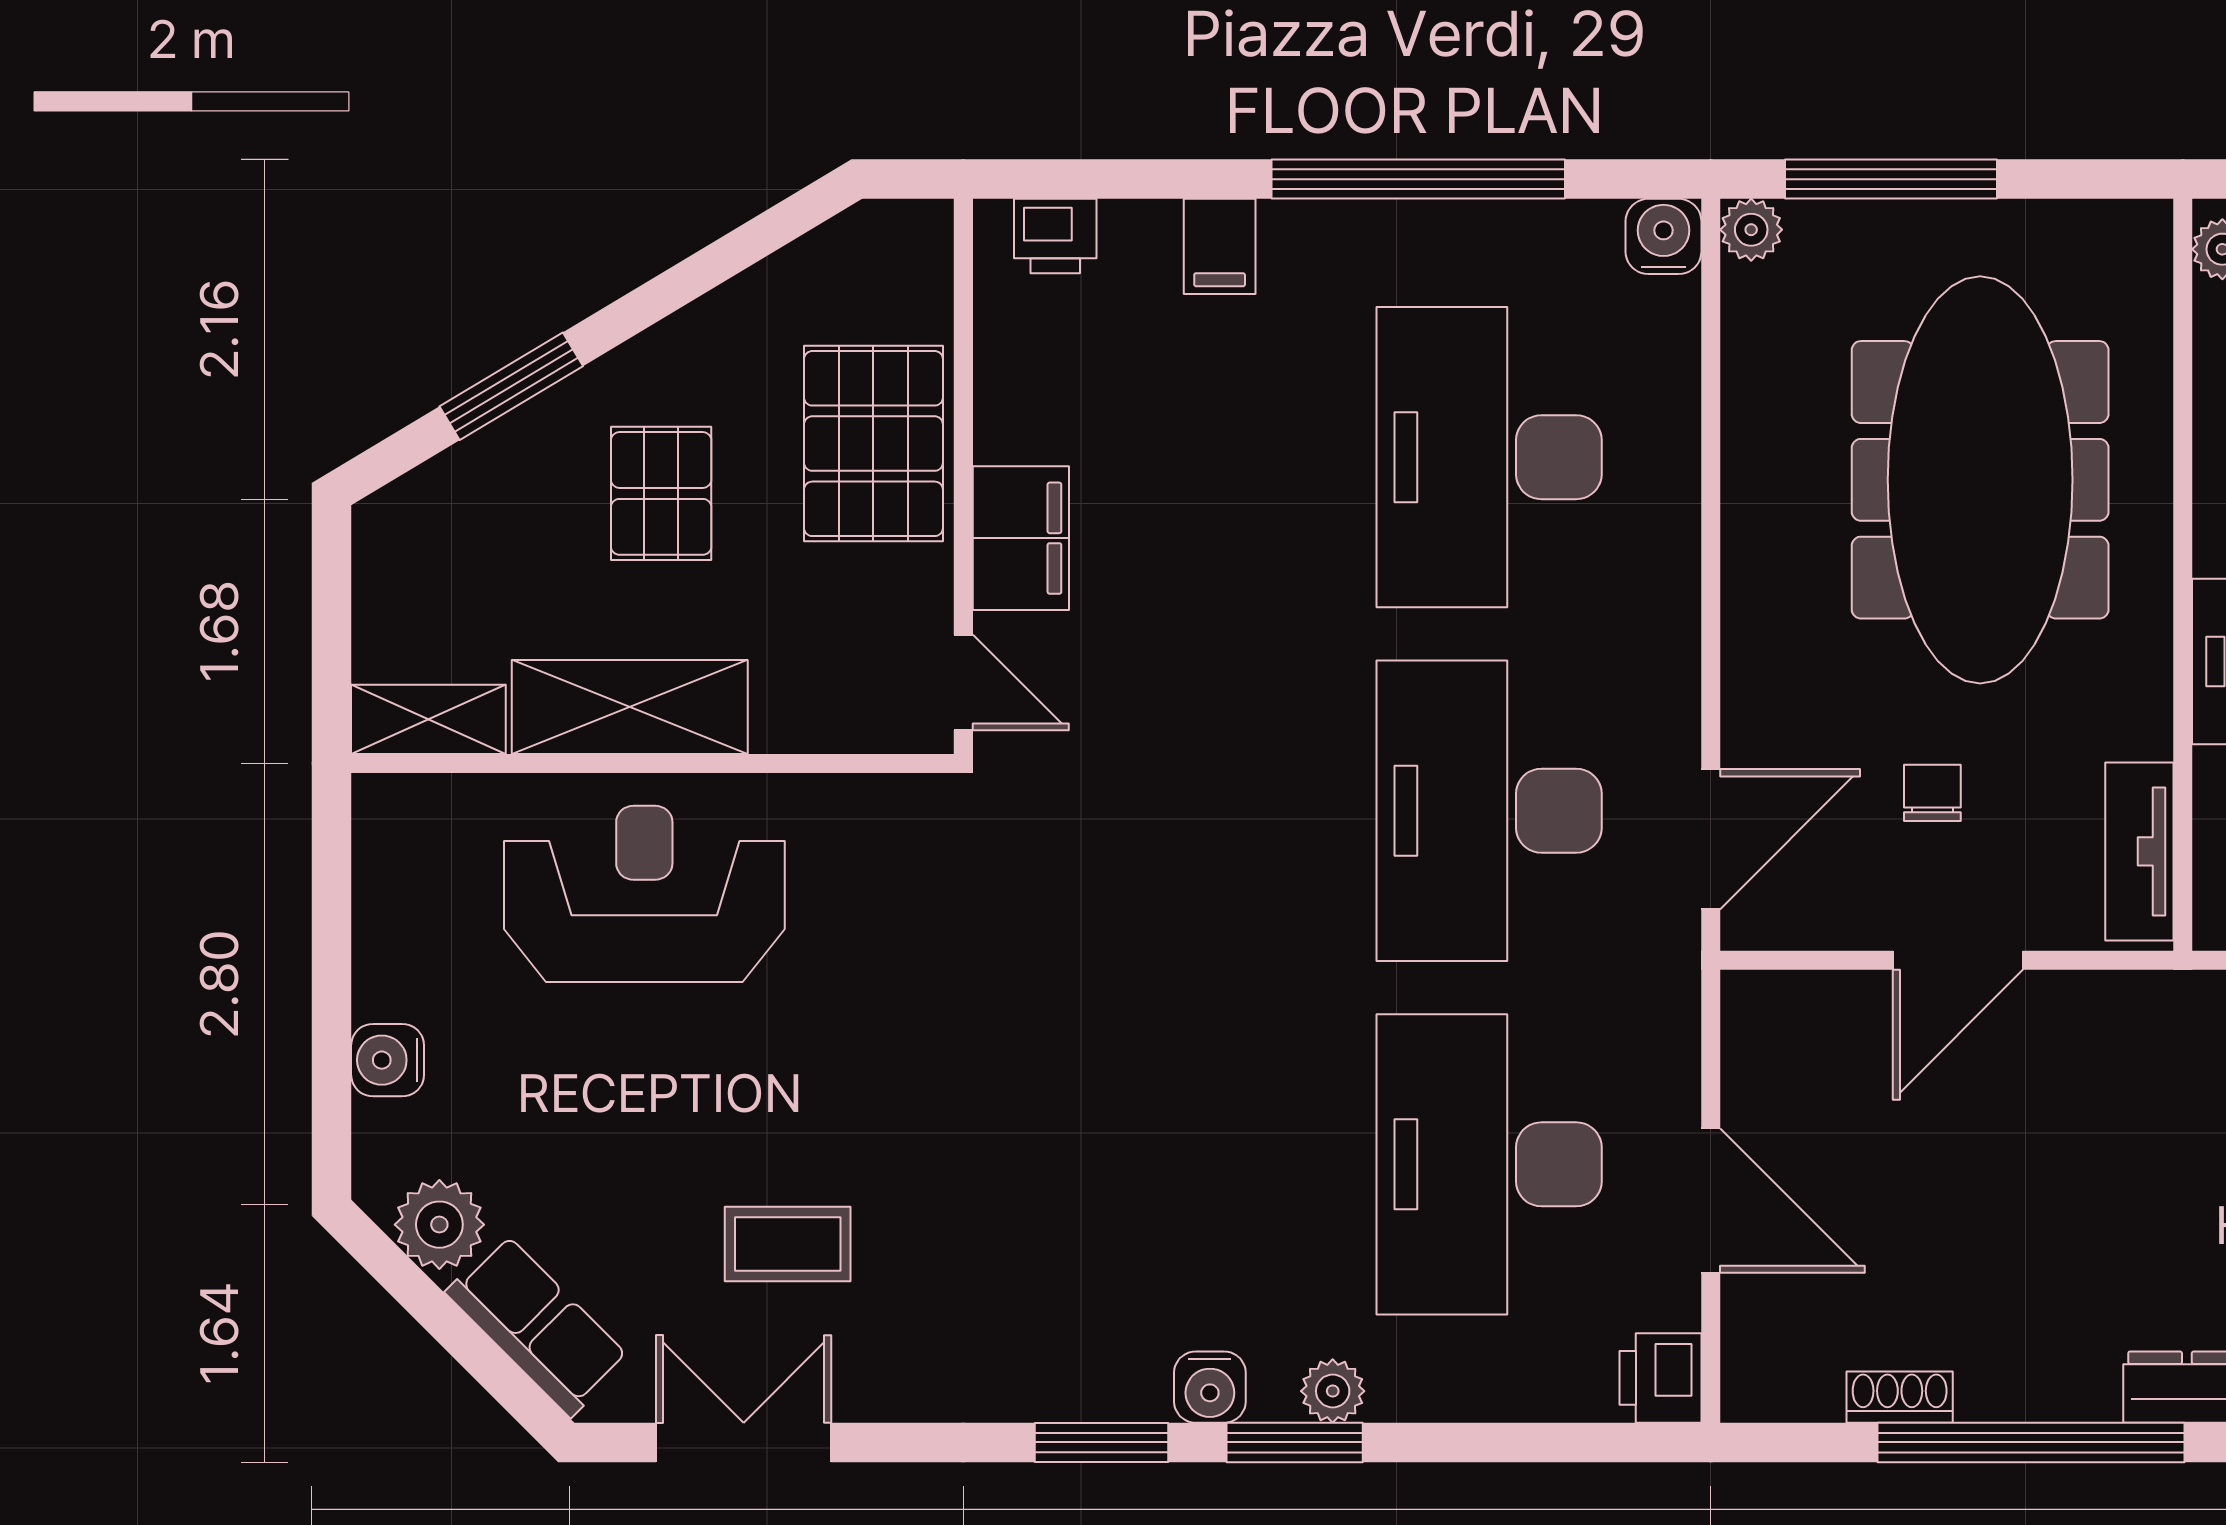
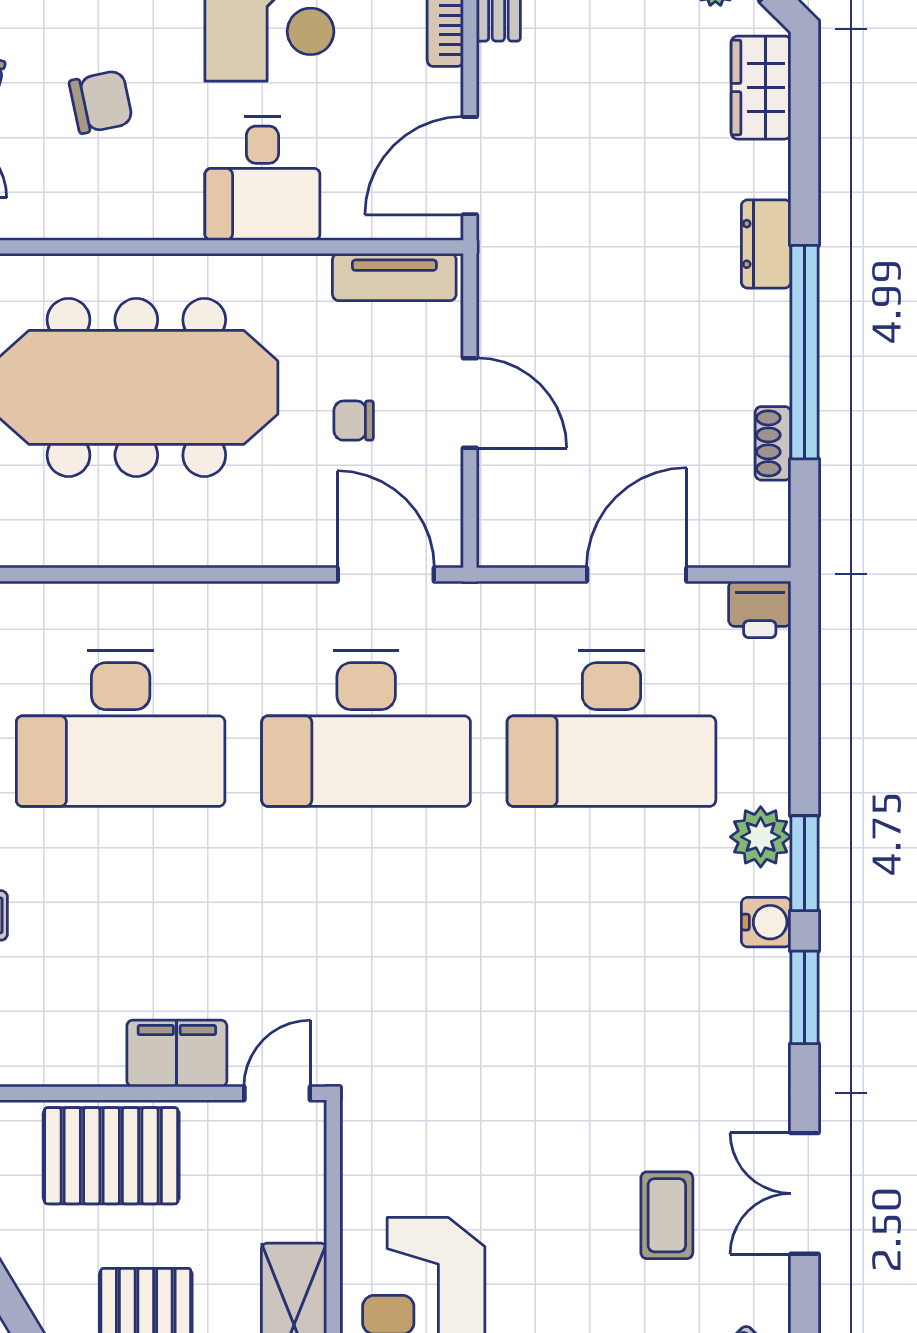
plant: (1333, 1391) -> (761, 837), width x1.38, depth x1.38
double door: (744, 1442) -> (805, 1193), moved

